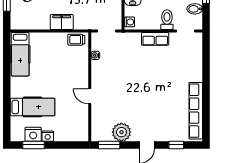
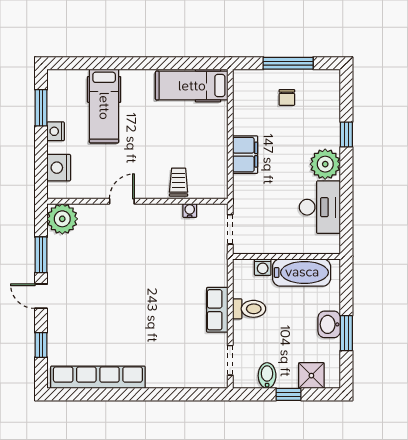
toilet: (167, 20) -> (249, 309), moved
washing machine: (129, 22) -> (263, 267), moved
trolley: (76, 40) -> (179, 182), moved
plant: (121, 132) -> (62, 219), moved
nightstand: (33, 134) -> (59, 168), moved
window: (109, 145) -> (41, 255), moved

